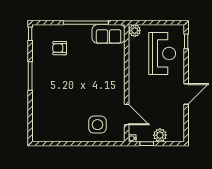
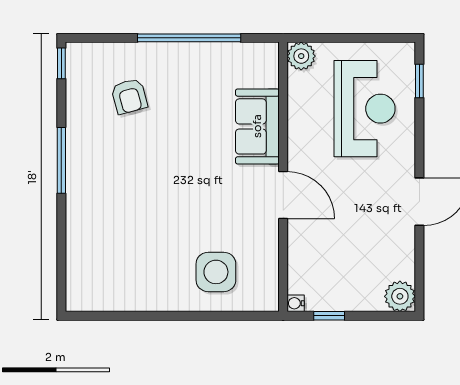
sofa: (109, 34) -> (257, 126), moved, turned 90
armchair: (60, 48) -> (129, 96), turned -105
door: (127, 114) -> (283, 195), moved
plant: (160, 135) -> (400, 296), moved

